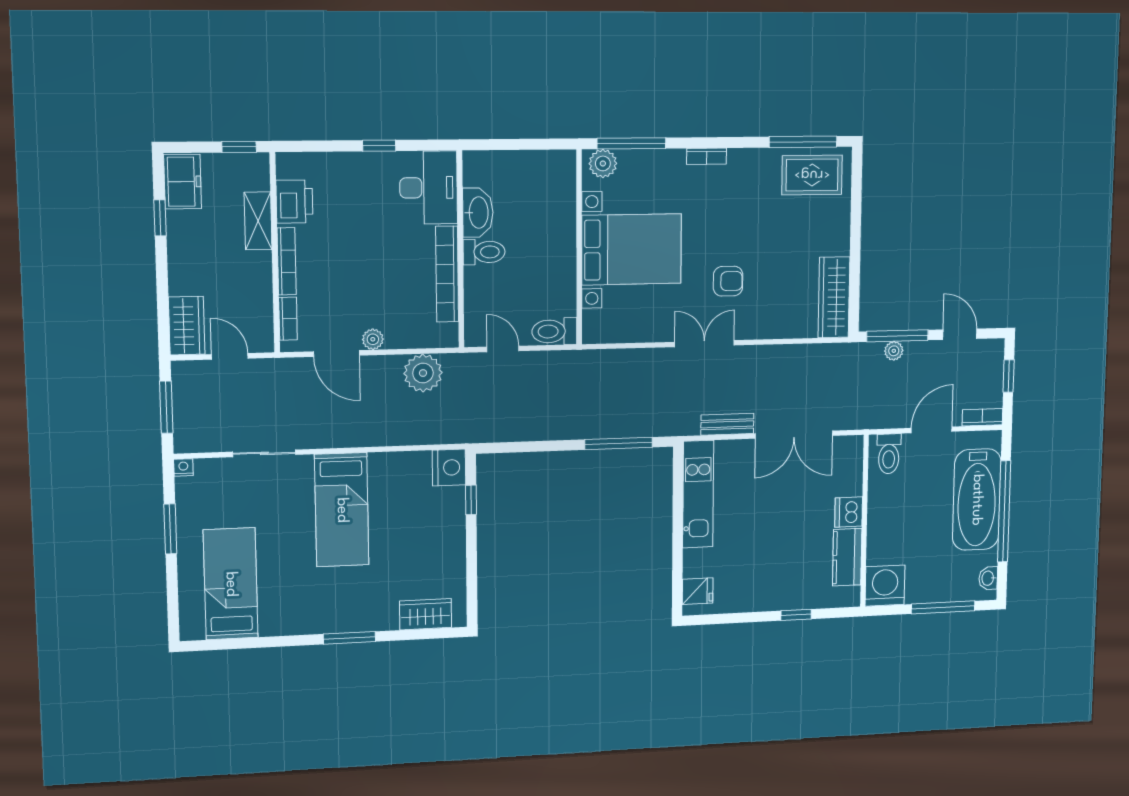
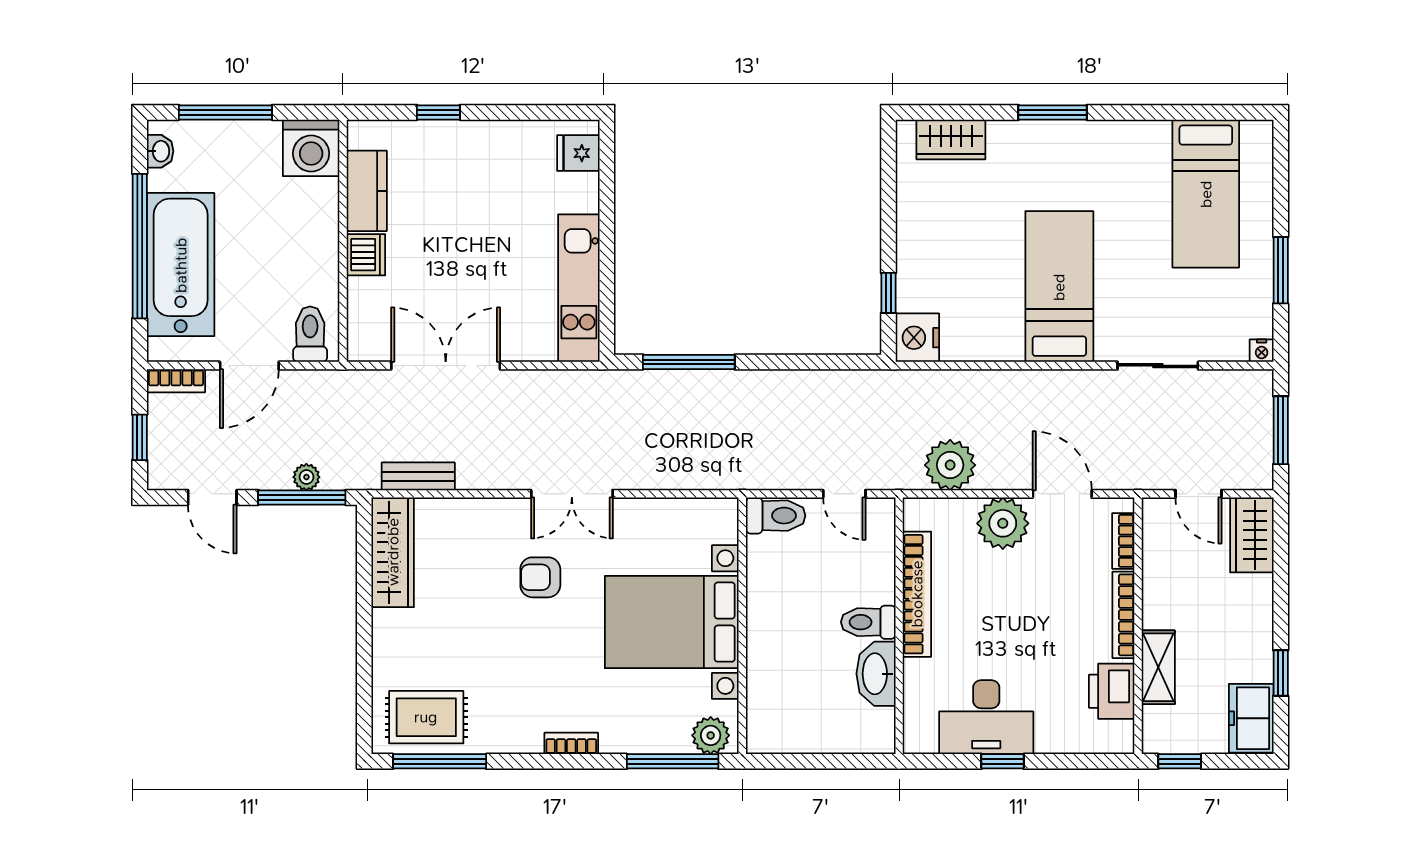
desk: (429, 188) -> (986, 717), moved, turned -90
plant: (373, 339) -> (1003, 523), width x1.87, depth x1.87
bench: (727, 424) -> (418, 476), moved

